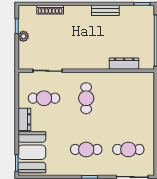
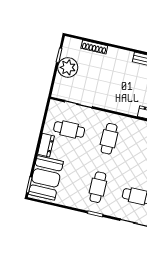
plant: (23, 36) -> (68, 67), width x1.88, depth x1.88
cafe table: (86, 149) -> (98, 187), turned 90

